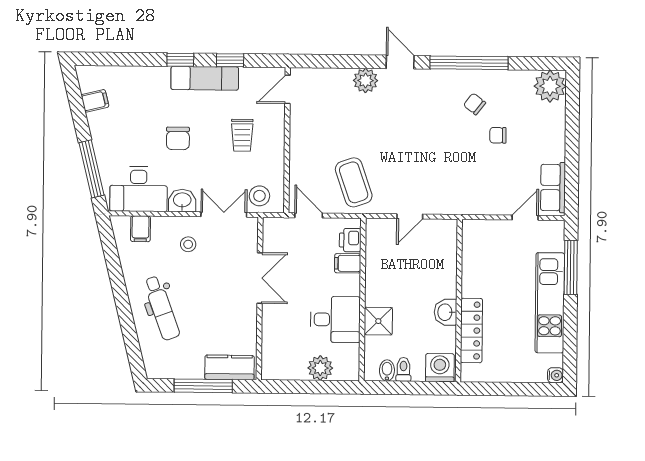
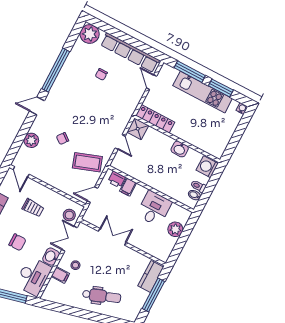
plant: (366, 80) -> (31, 140), moved
chair: (475, 104) -> (63, 139), moved
row of seats: (553, 188) -> (130, 53), width x2.02
filing cabinet: (140, 229) -> (60, 275), moved
shower: (378, 321) -> (138, 129), moved
window: (570, 327) -> (221, 88), added
locker: (471, 331) -> (155, 119), moved

